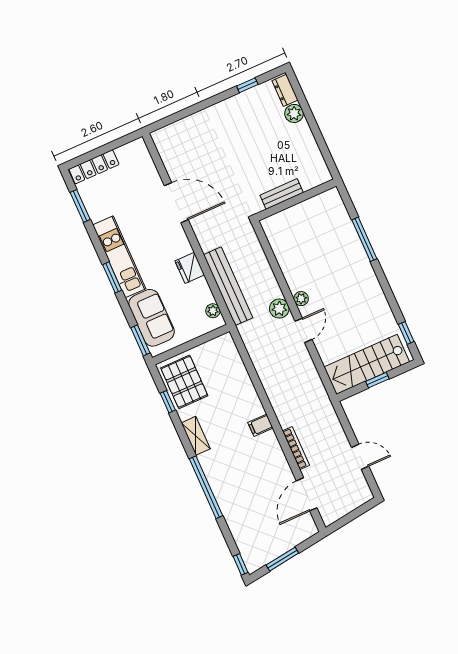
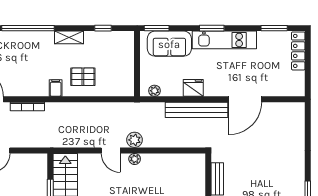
bench: (228, 286) -> (196, 110), moved
pallet: (184, 382) -> (83, 77), moved, width x0.67, depth x0.71

